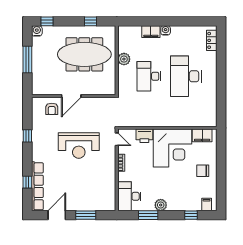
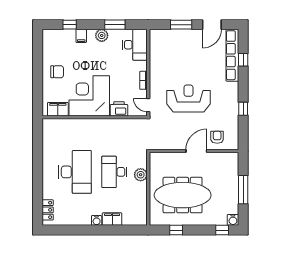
plant: (124, 59) -> (141, 175), moved
desk: (149, 76) -> (114, 172), turned 180
filing cabinet: (207, 205) -> (81, 36), moved

